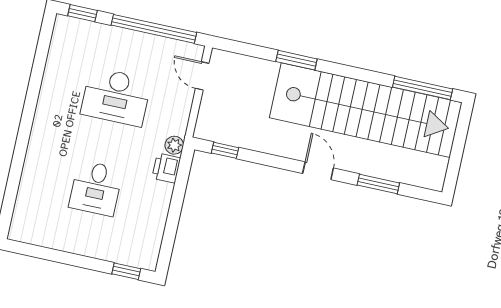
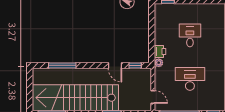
door: (318, 171) -> (115, 65), moved
window: (378, 184) -> (62, 65), width x1.44

